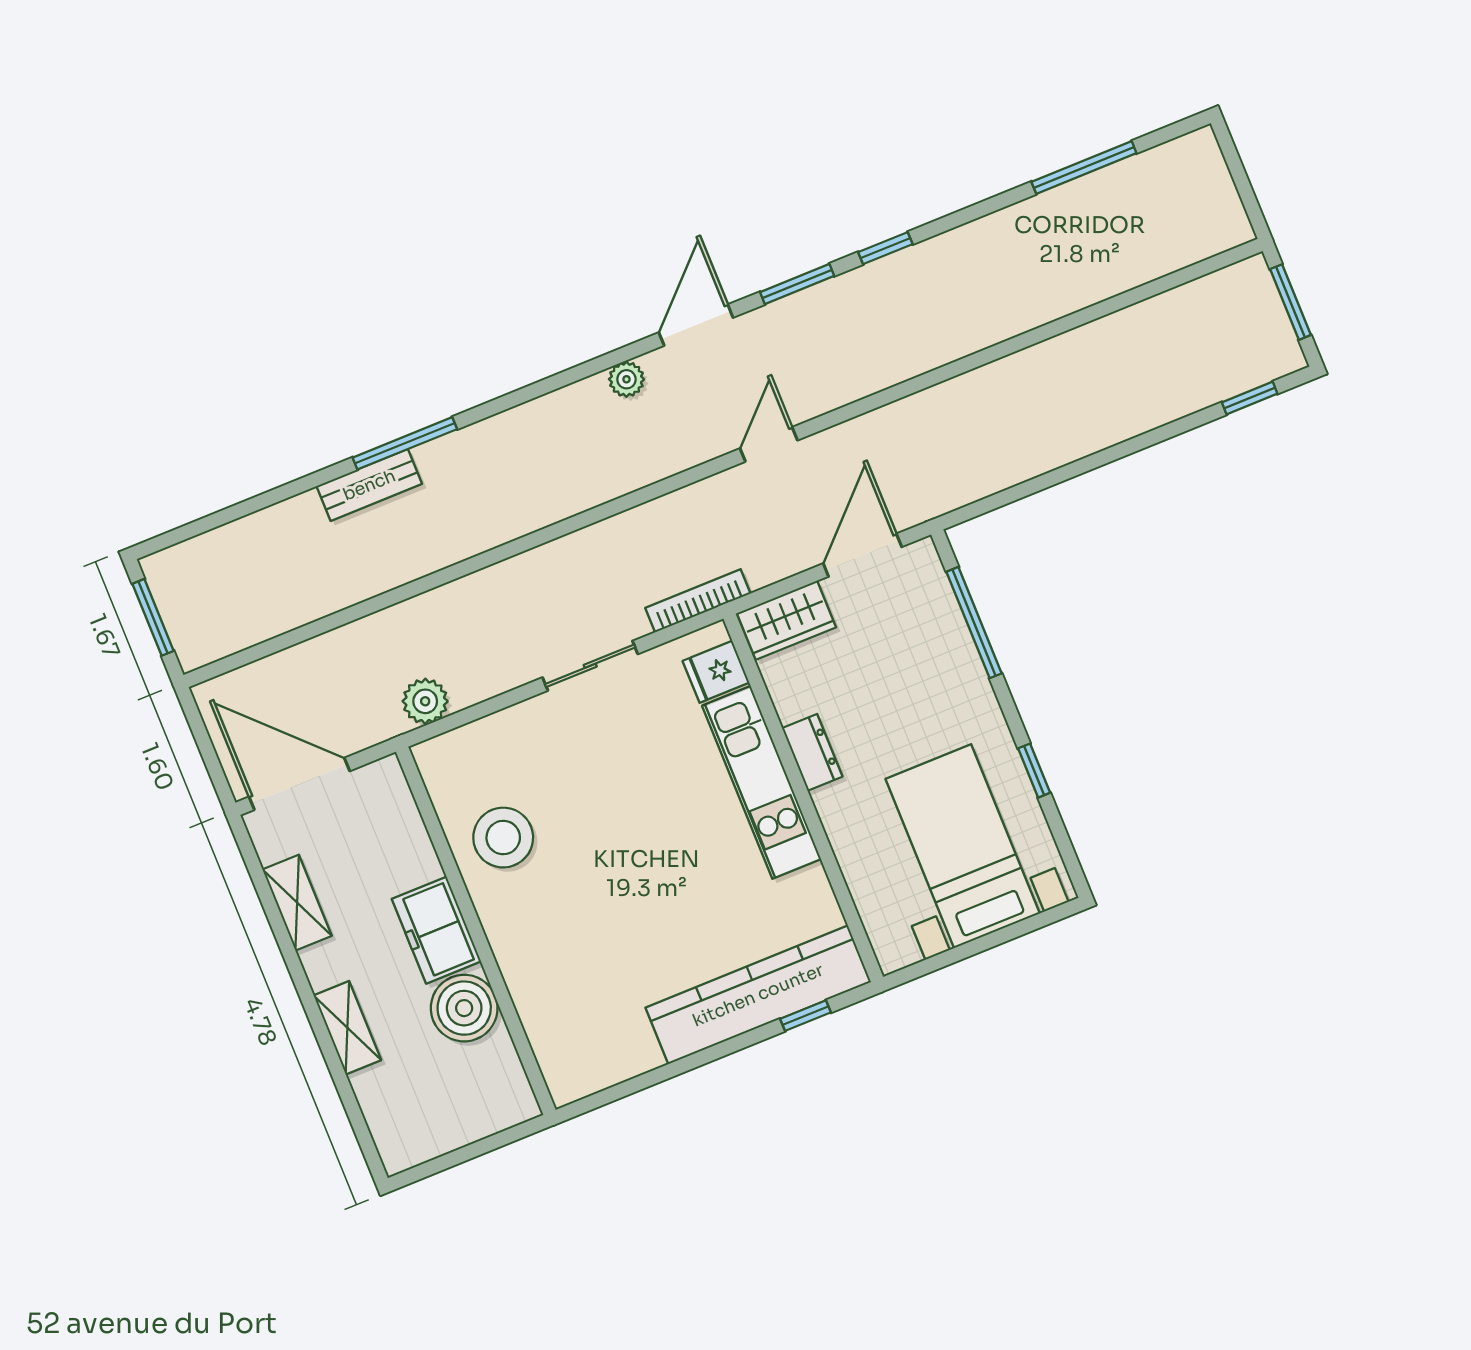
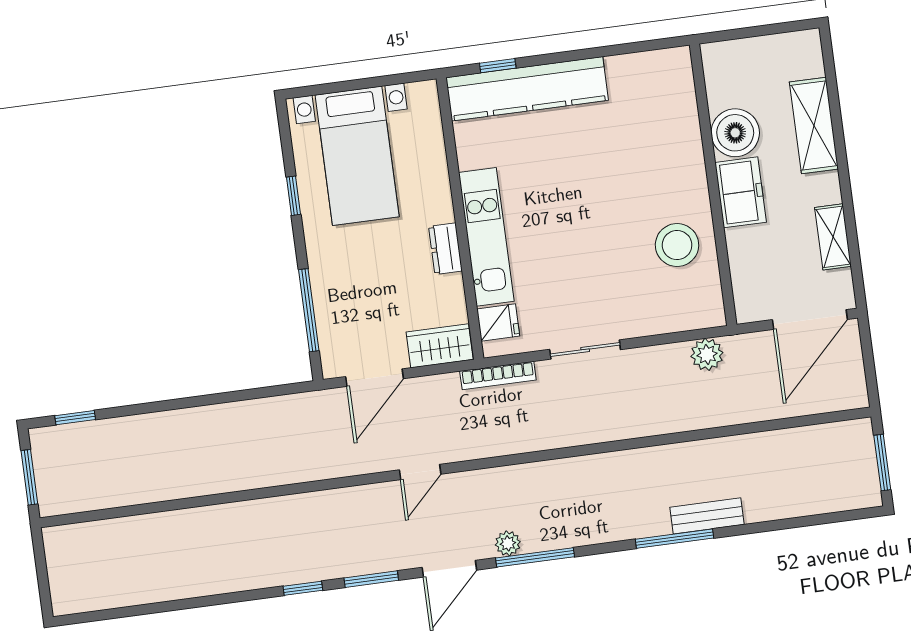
window: (1084, 168) -> (535, 557), moved
door: (299, 784) -> (810, 319), hinge flipped
shelving: (347, 1028) -> (814, 125), width x1.50, depth x1.33

